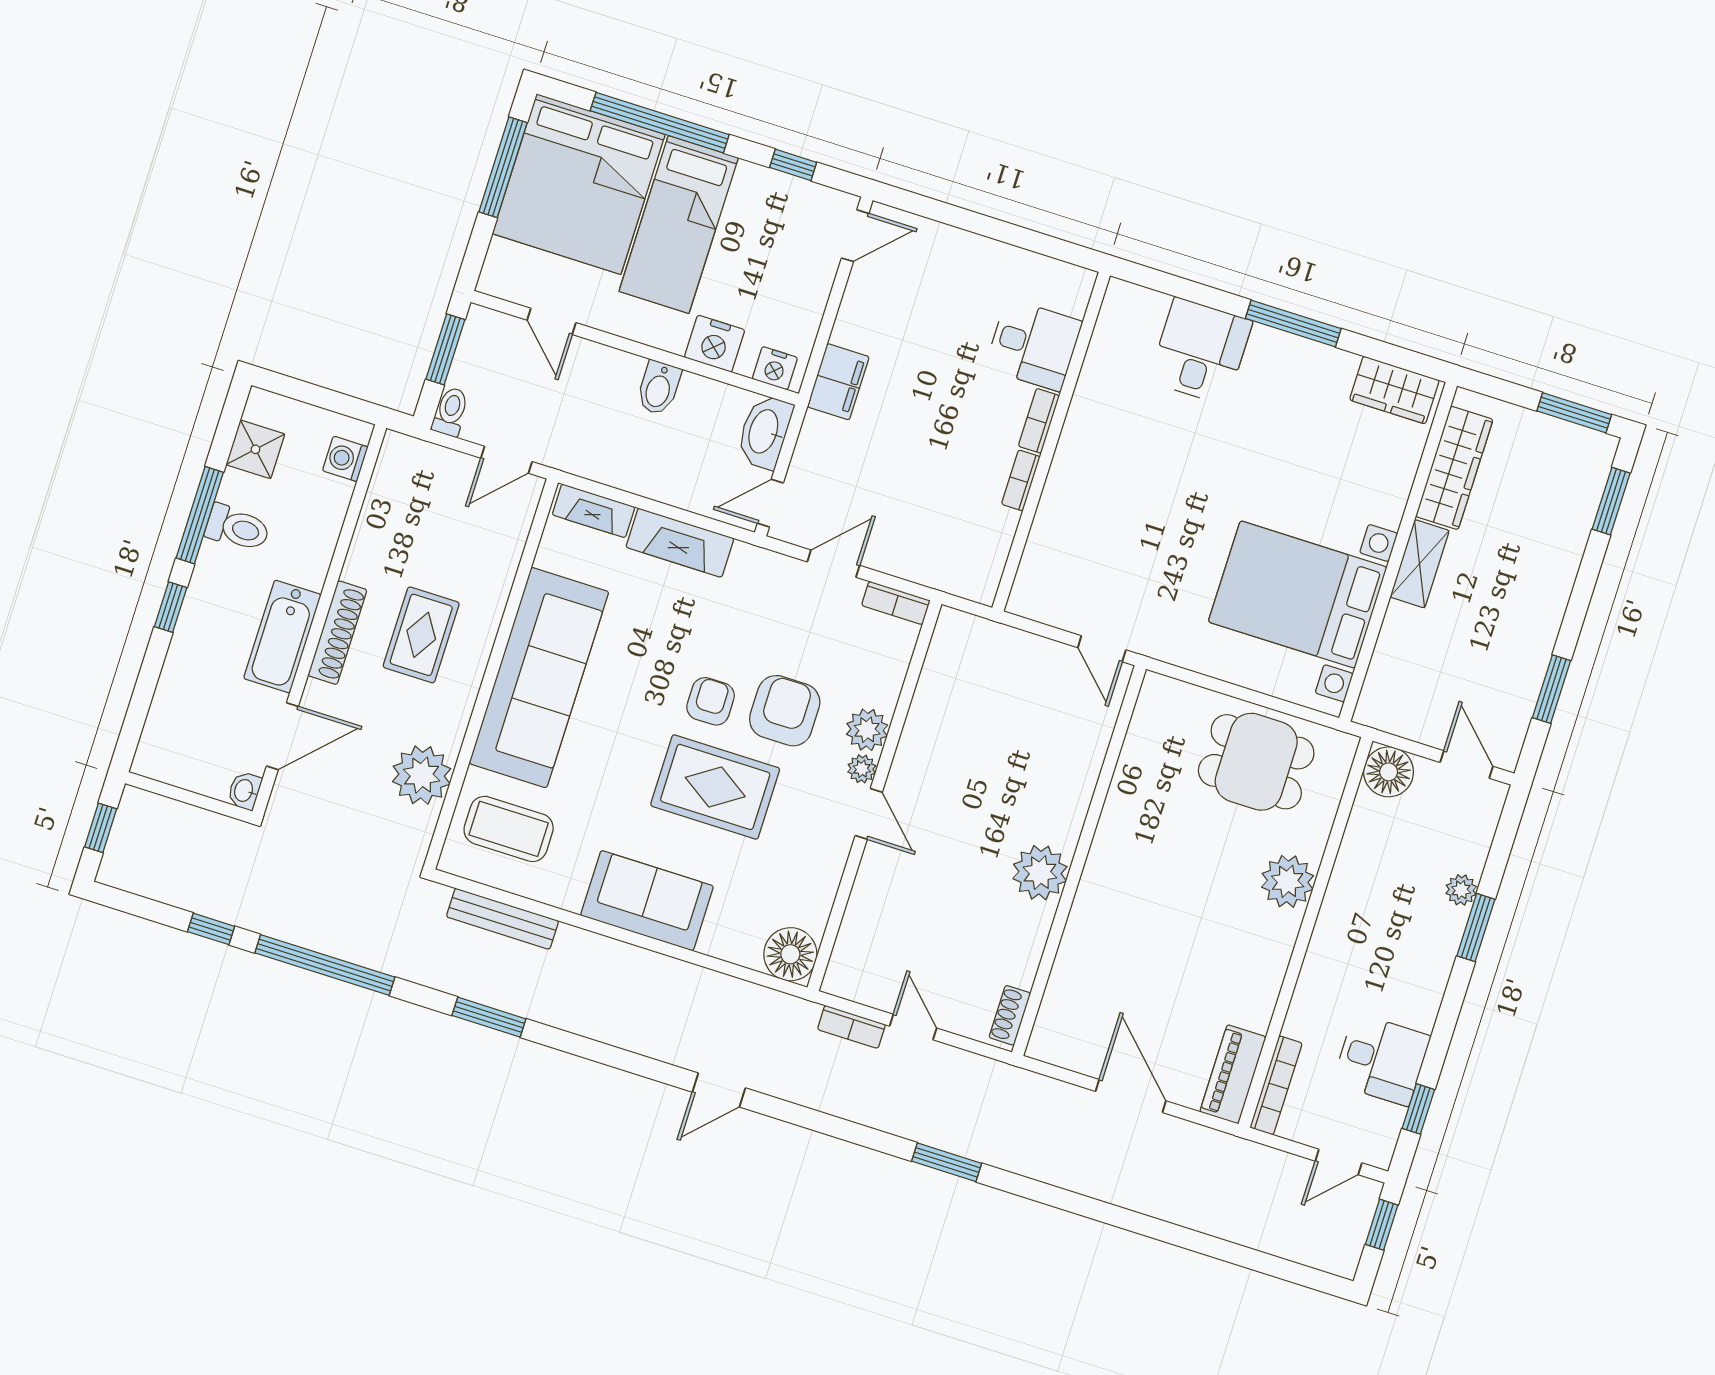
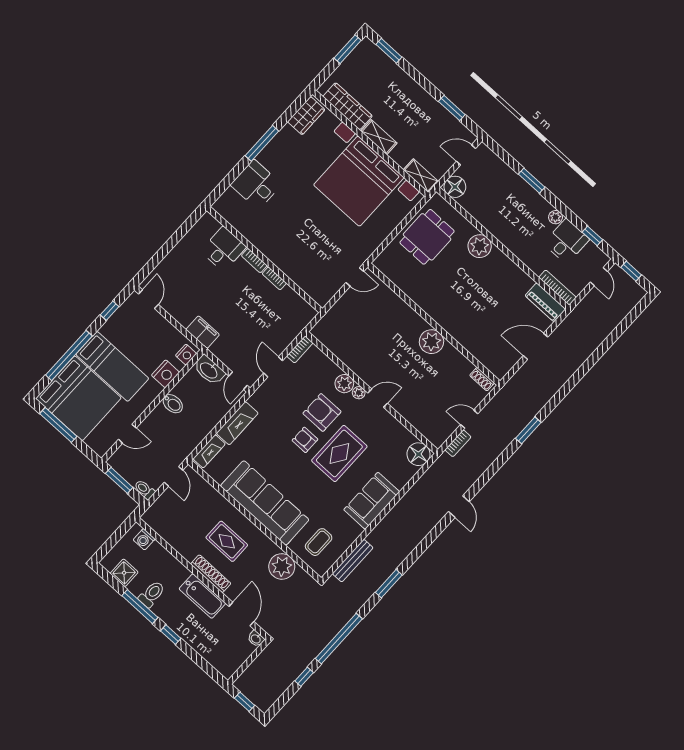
bed with nightstands: (1298, 594) -> (359, 181), width x1.36
shelving: (1379, 689) -> (421, 176), added
coffee table: (509, 829) -> (319, 542), width x0.73, depth x0.77
plant: (1461, 890) -> (556, 217), moved

